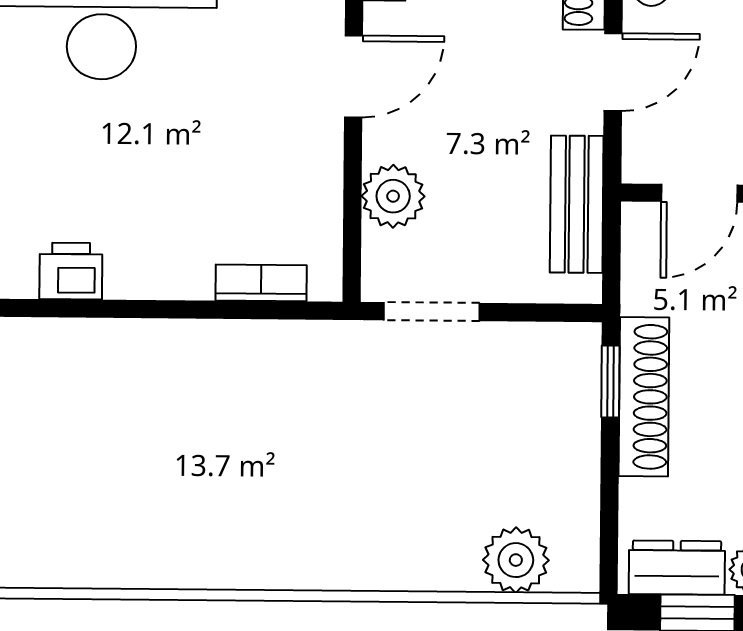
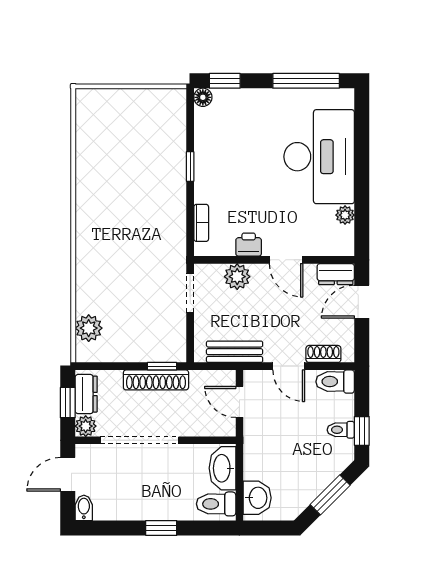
printer: (71, 271) -> (249, 245), moved, turned -90
window: (123, 309) -> (190, 167), added

